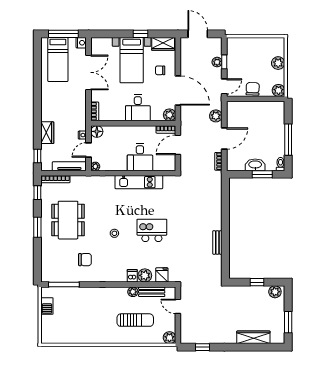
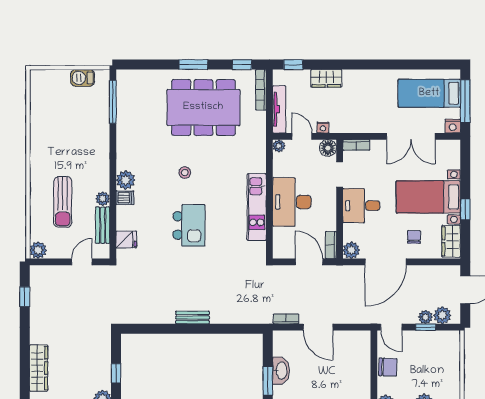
plant: (216, 116) -> (442, 315), moved
doorway: (116, 123) -> (340, 174), added
desk: (140, 157) -> (292, 202), width x1.37
dining table: (68, 220) -> (203, 107), width x1.36, depth x1.24
bench: (217, 242) -> (193, 318), moved
chair: (85, 260) -> (148, 131), removed
plant: (145, 275) -> (126, 180), moved

